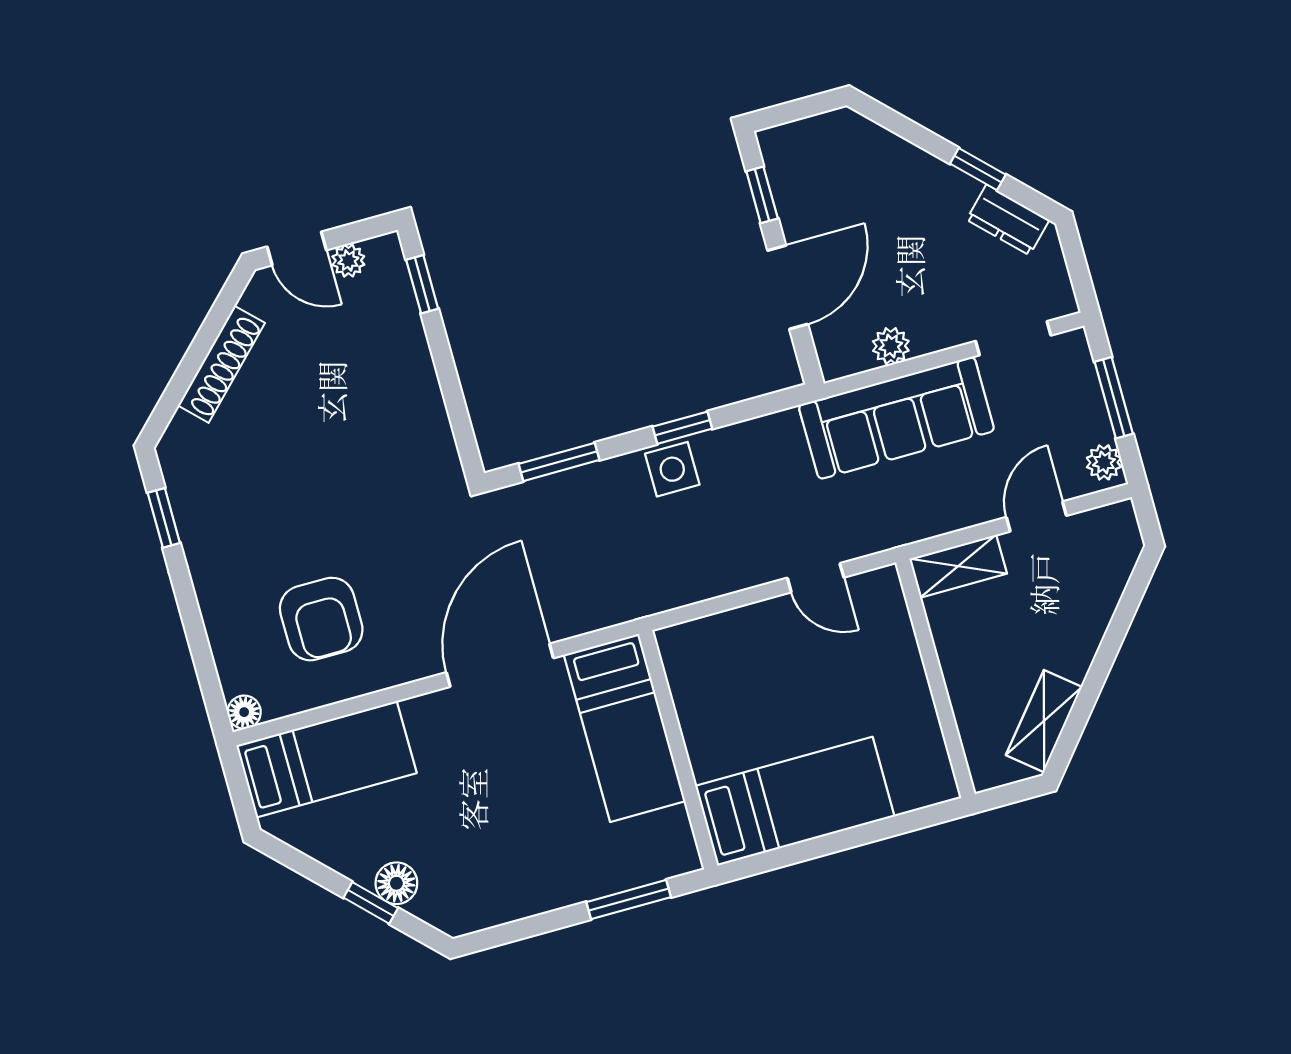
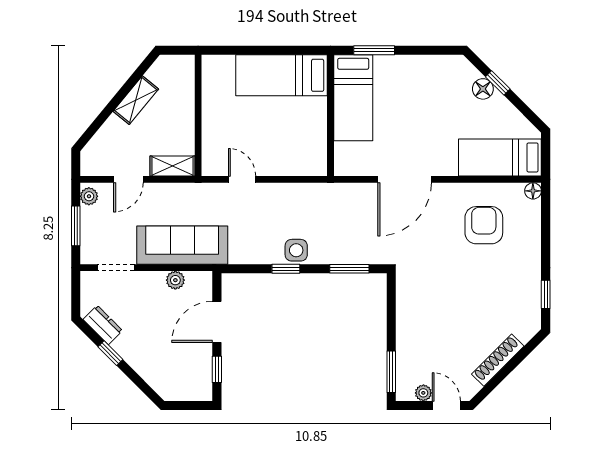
window: (422, 284) -> (391, 372), width x1.50
shelving: (1044, 721) -> (136, 100), moved
bed: (625, 728) -> (353, 98), moved, turned 180

